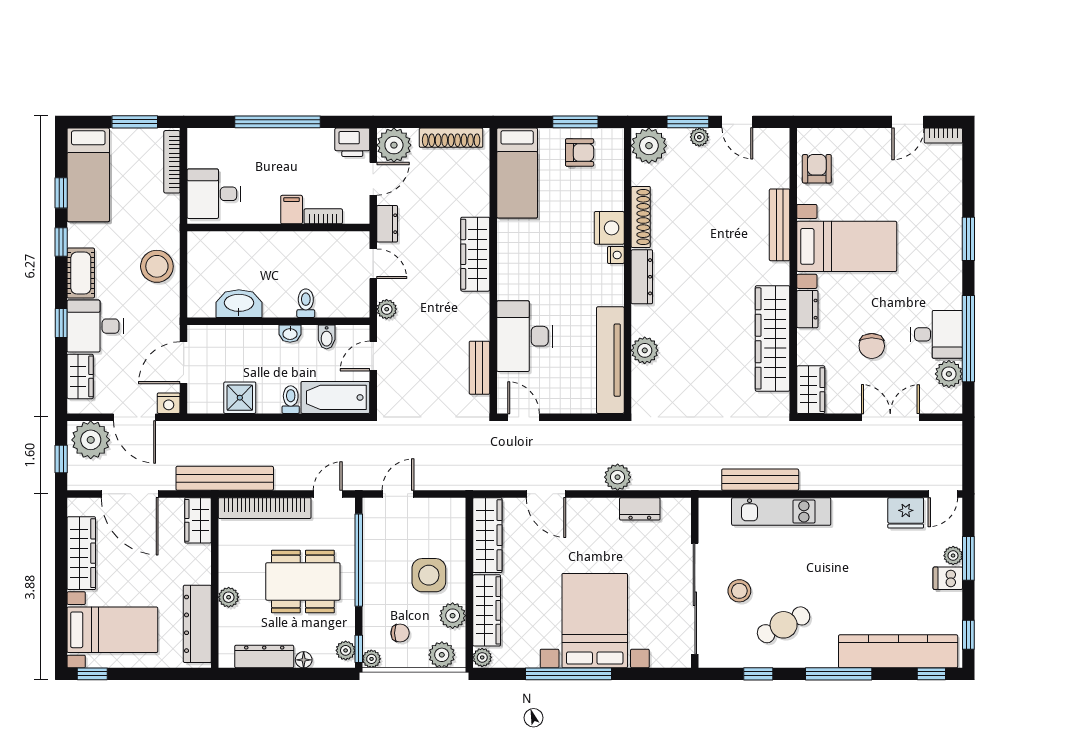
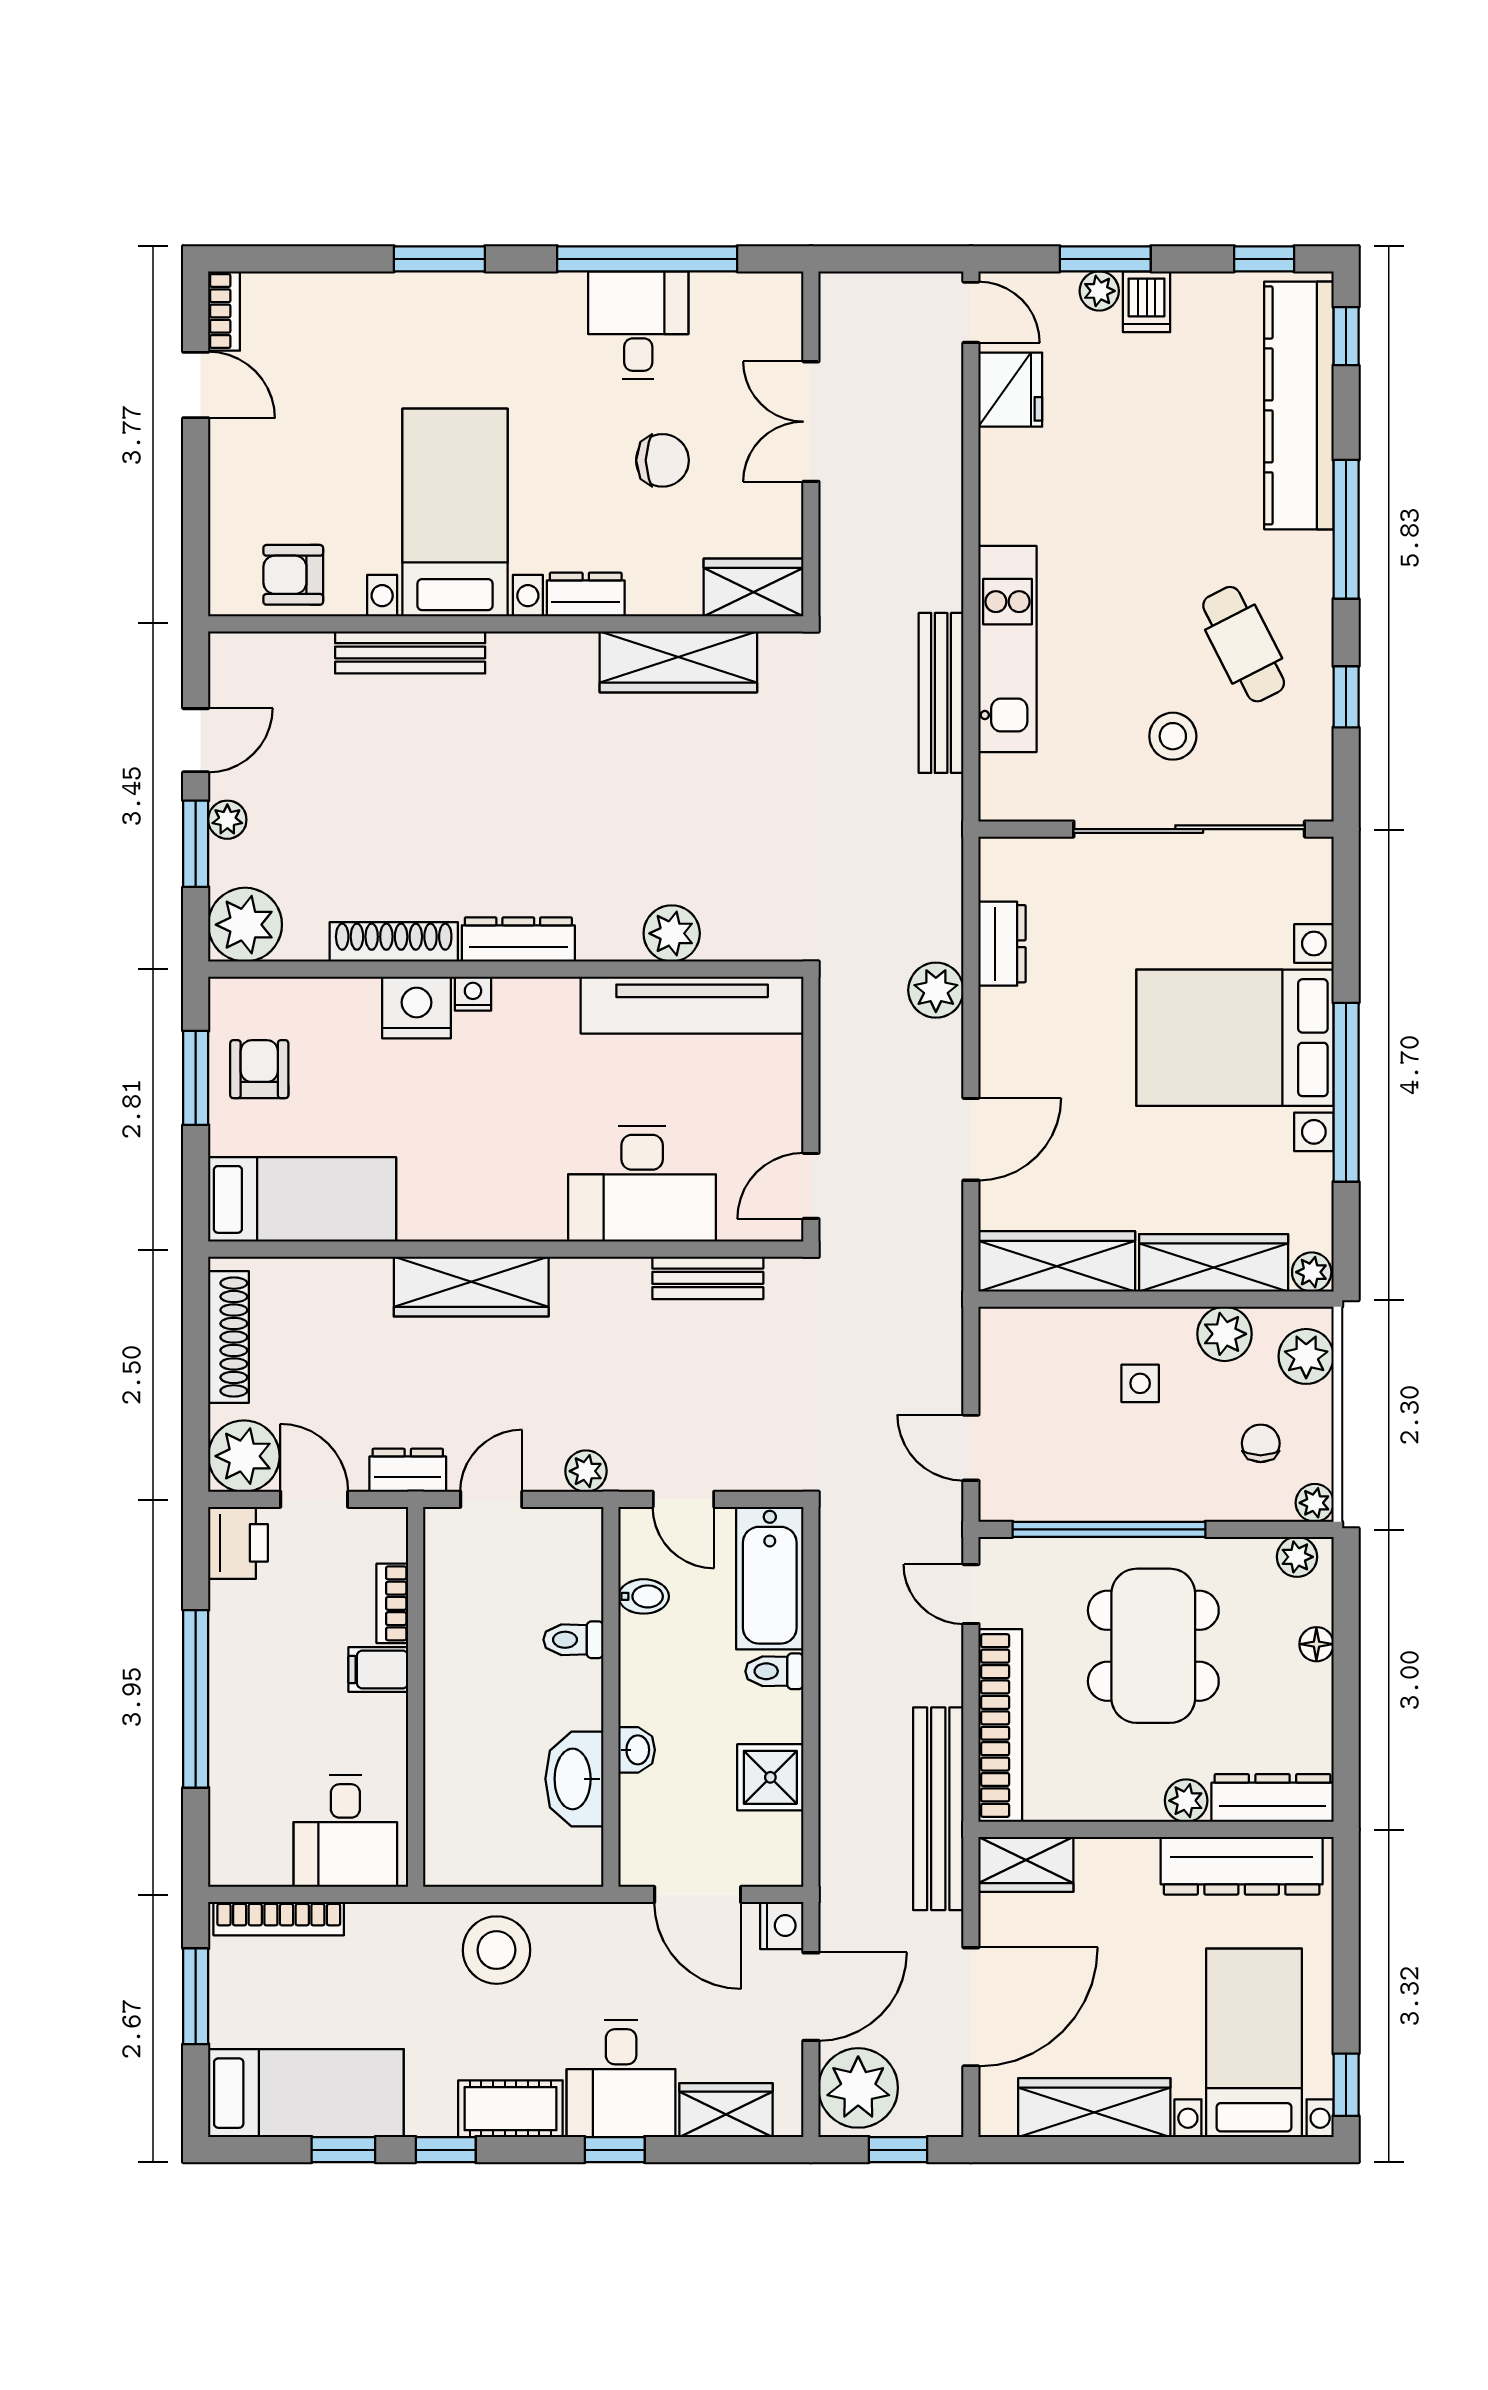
washbasin: (290, 334) -> (637, 1750), moved
wardrobe: (773, 338) -> (678, 662), width x0.71, depth x0.85
plant: (949, 374) -> (721, 300), removed
side table: (429, 575) -> (1140, 1383), width x0.54, depth x0.54
window: (359, 649) -> (1294, 1529), removed
dresser: (264, 657) -> (1273, 1798), moved, turned 90

